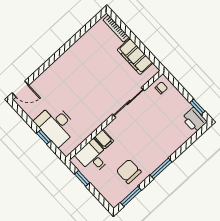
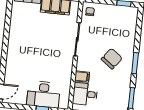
printer: (194, 120) -> (129, 13), removed
chair: (129, 171) -> (112, 59), moved, turned 127

